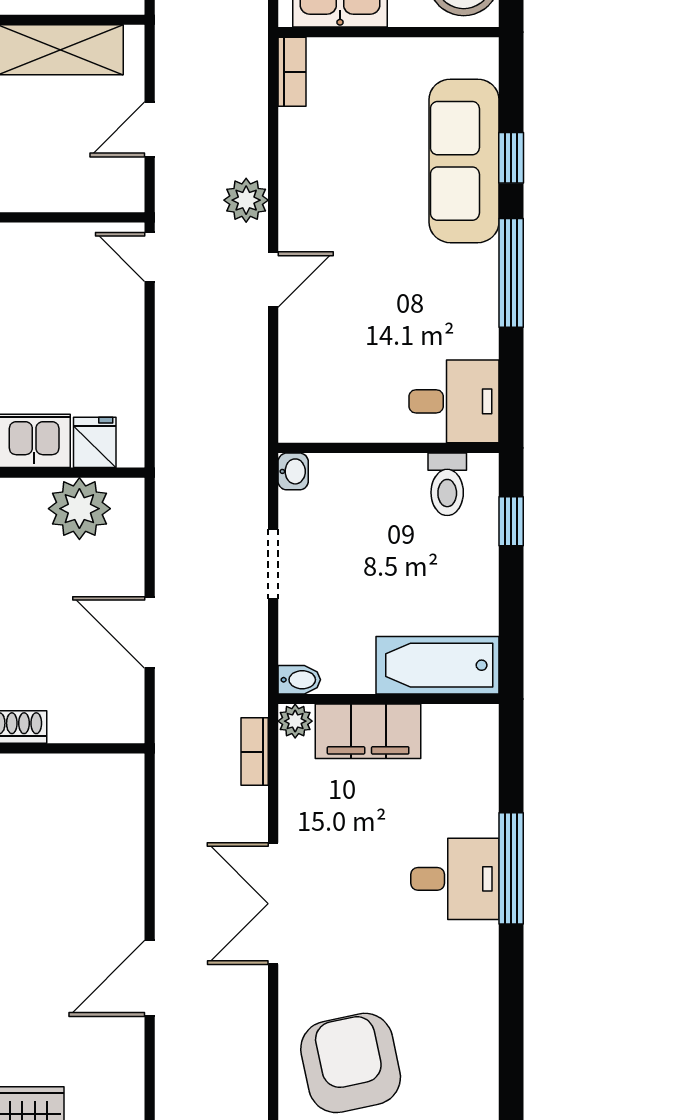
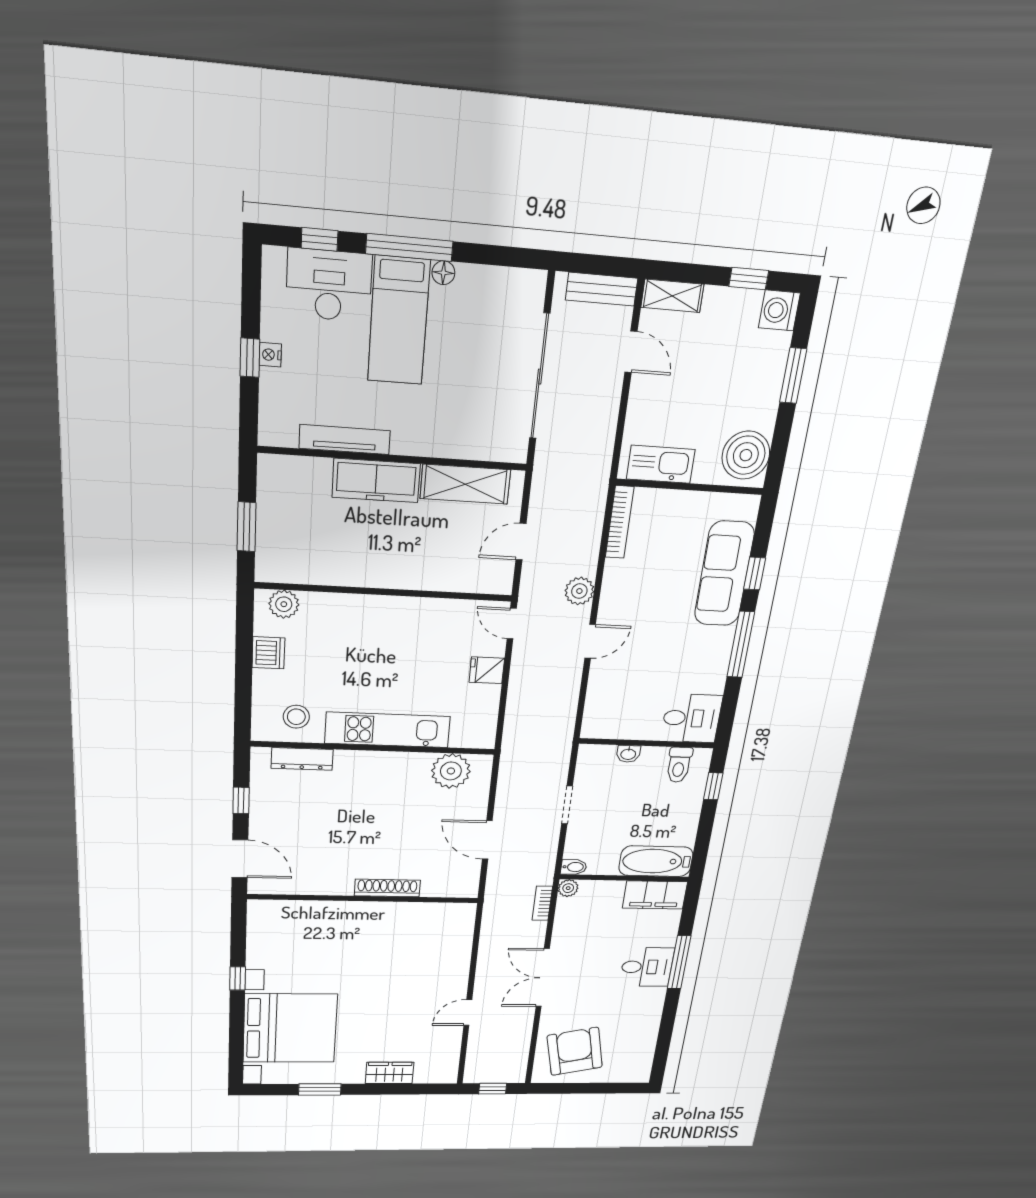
bookcase: (292, 72) -> (620, 522), width x1.56
fridge: (95, 442) -> (487, 670), moved, turned -90
washbasin: (293, 471) -> (628, 754), moved, turned 90
filing cabinet: (368, 731) -> (655, 895), moved
door: (150, 978) -> (468, 1013), width x0.73

